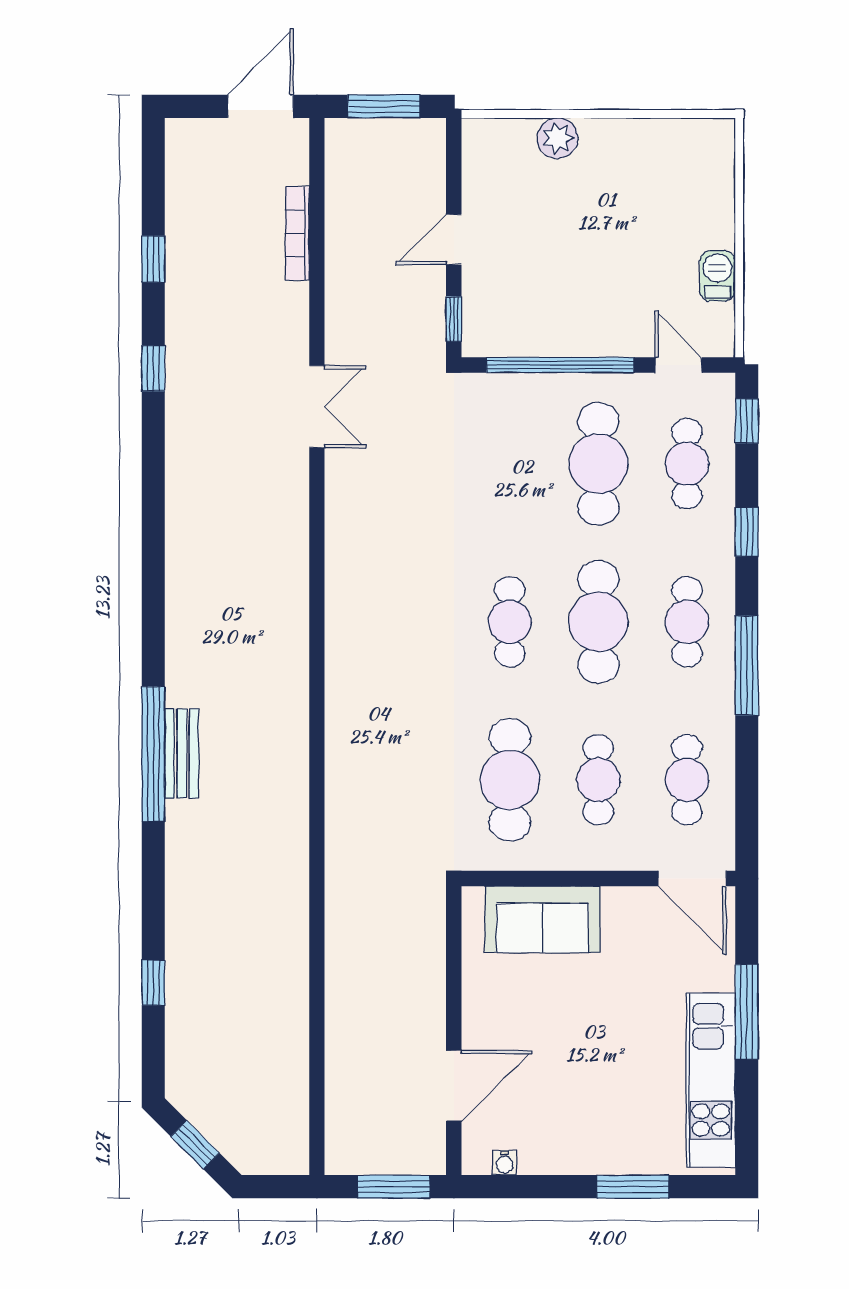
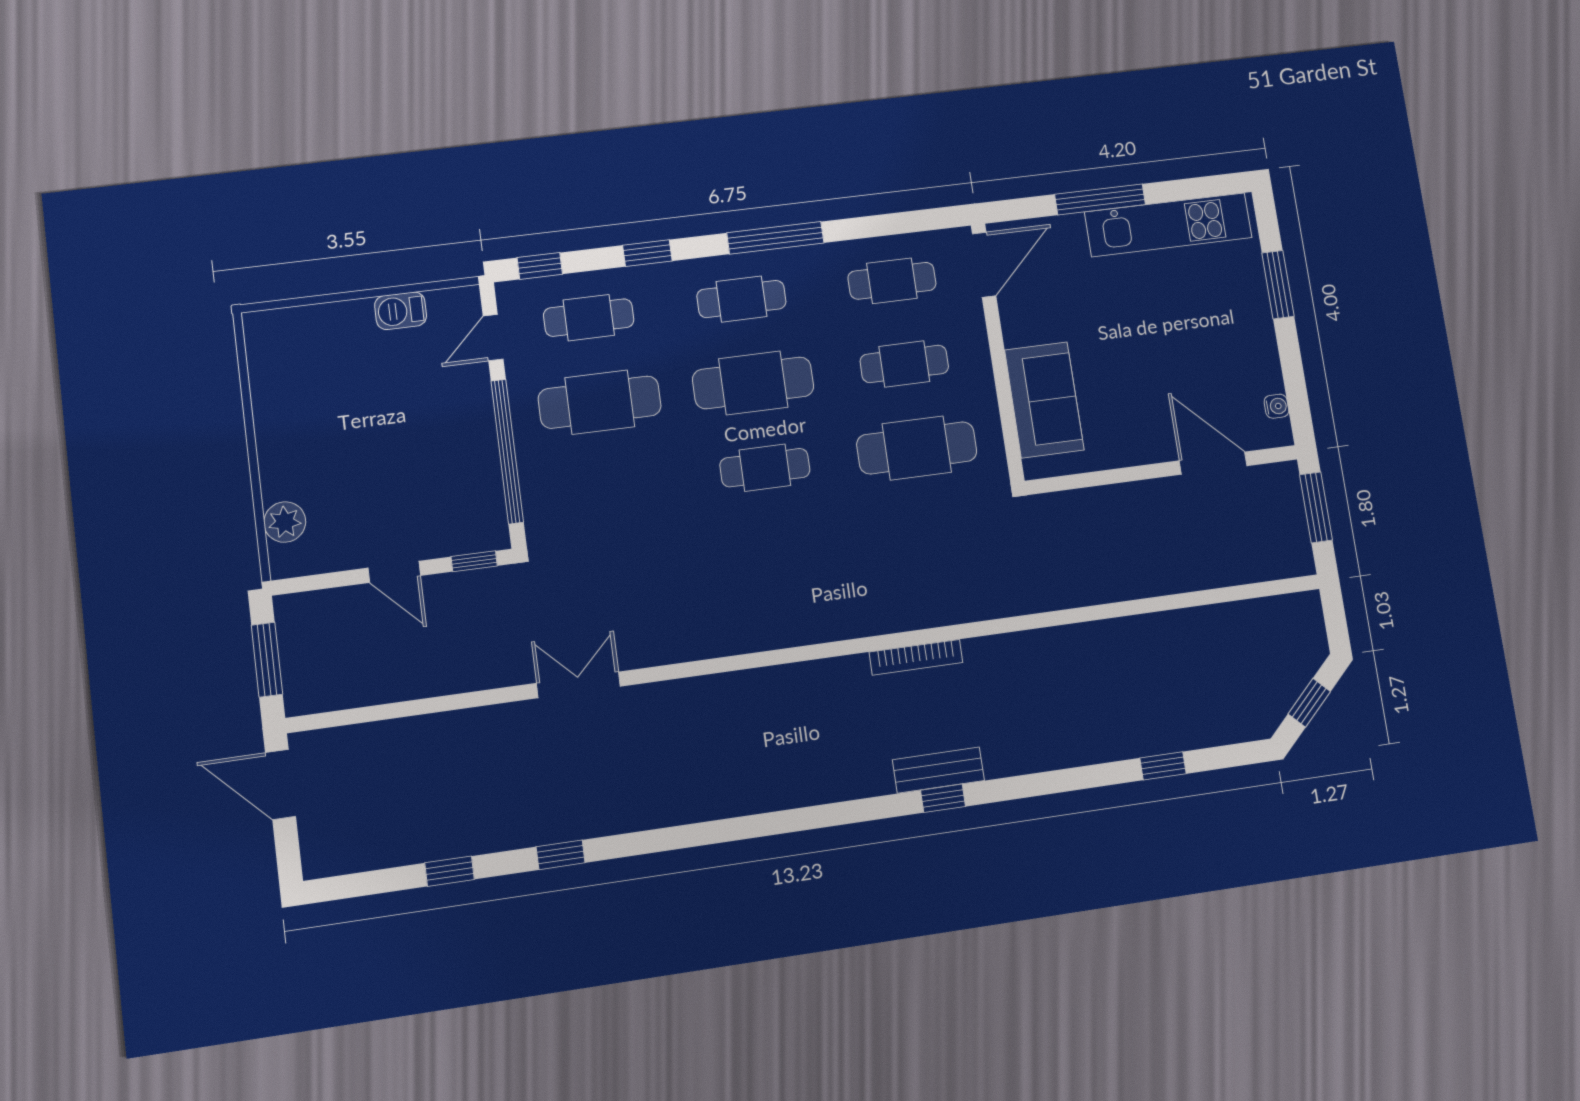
plant: (558, 138) -> (285, 522), moved
bookcase: (297, 233) -> (916, 657), moved
window: (153, 754) -> (943, 798), width x0.32

